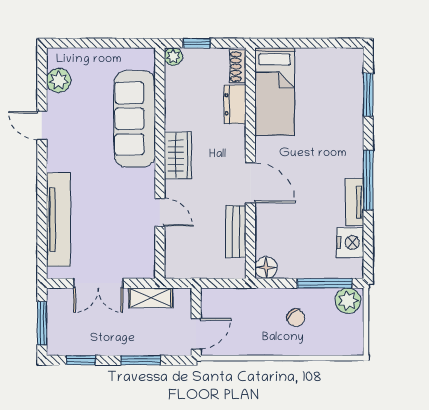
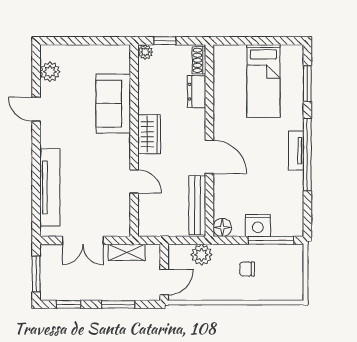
bed: (275, 91) -> (263, 81), moved
sofa: (135, 119) -> (113, 104), width x0.73
window: (368, 180) -> (307, 155), width x1.46
tv unit: (355, 202) -> (296, 151), moved
bench: (236, 232) -> (197, 205), width x1.36
nightstand: (350, 242) -> (258, 225), moved, turned 90
plant: (348, 301) -> (201, 255), moved
chair: (296, 318) -> (247, 269), turned 134

